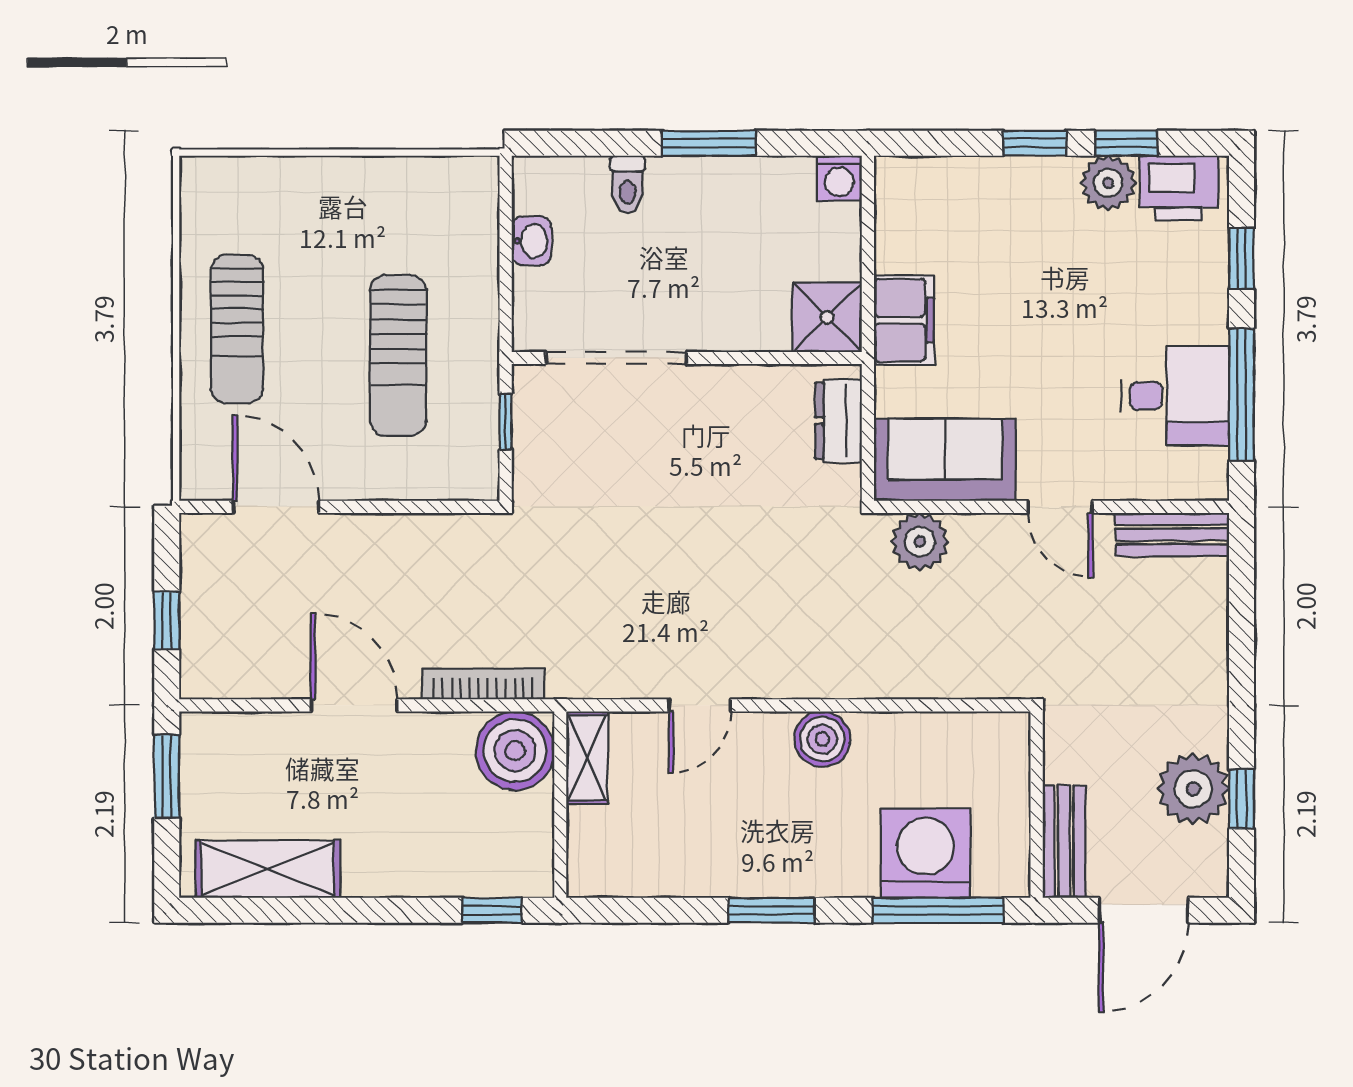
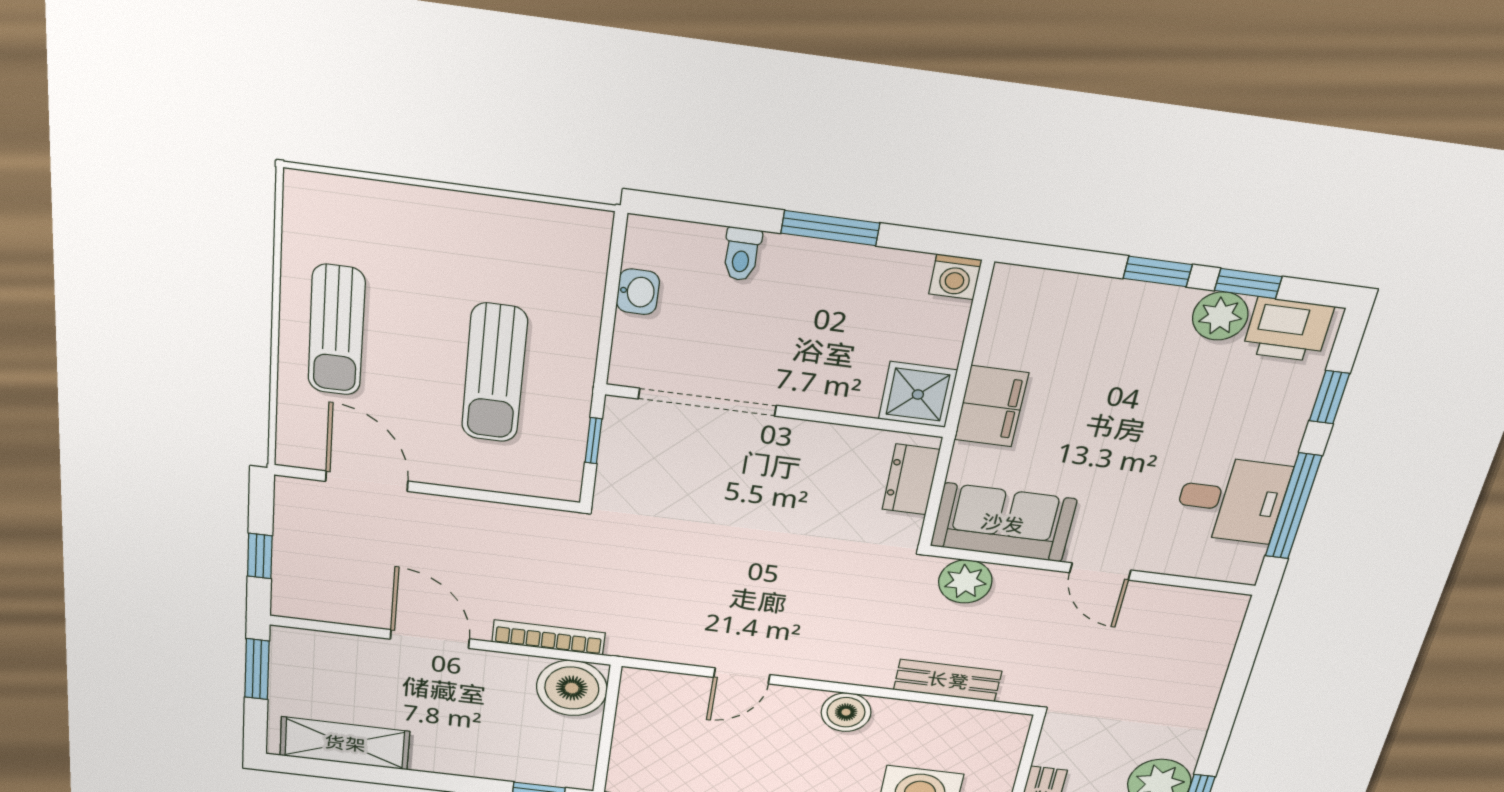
bench: (1172, 535) -> (948, 680), moved
shelving: (587, 758) -> (636, 701), removed

